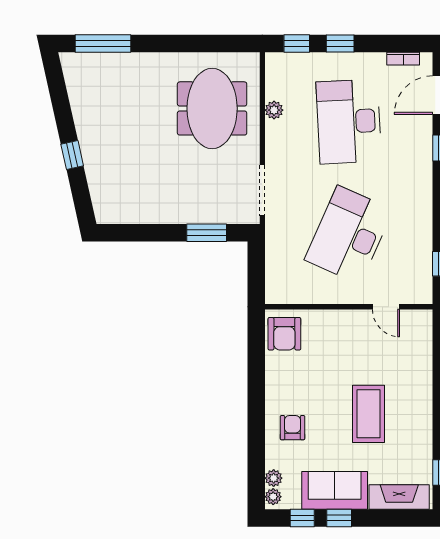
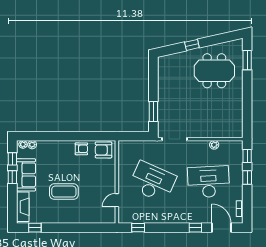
window: (103, 44) -> (247, 60), width x0.69
meeting table: (212, 108) -> (214, 71), moved
armchair: (292, 428) -> (81, 149), moved

